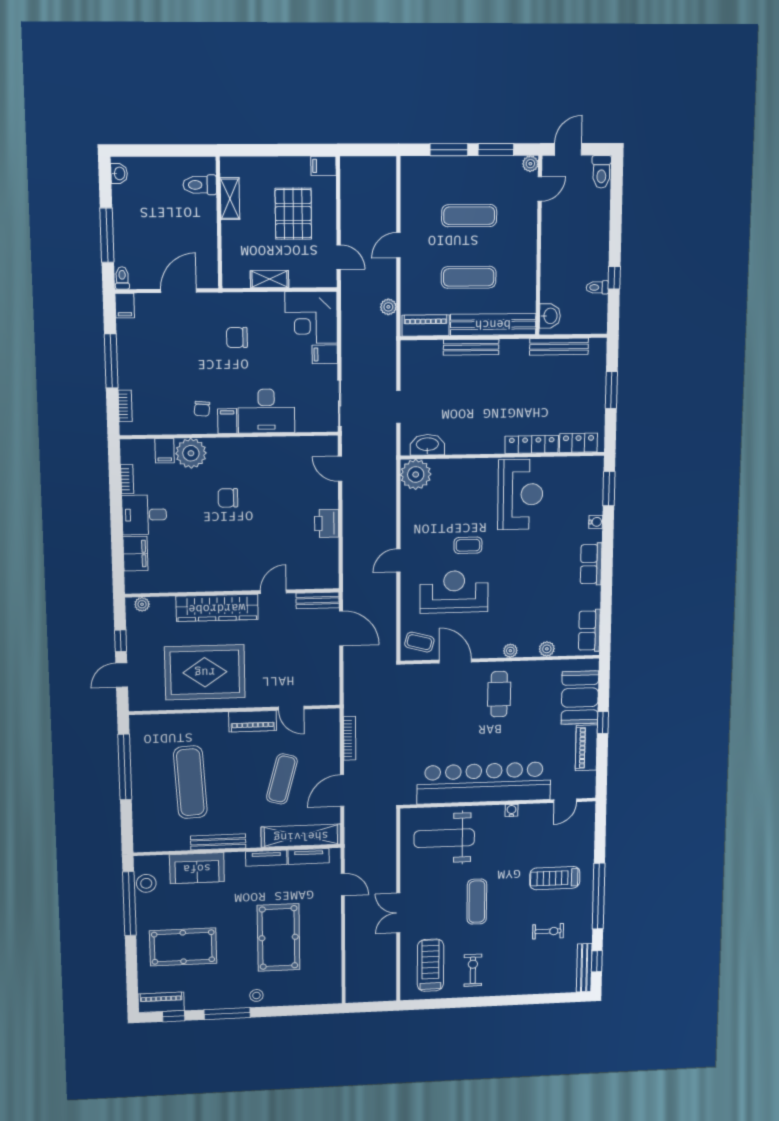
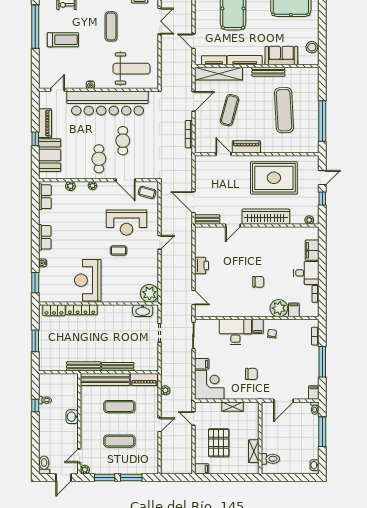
washbasin: (550, 316) -> (72, 417), moved
bench: (559, 347) -> (84, 366), moved
cafe table: (459, 724) -> (123, 141), added
tv unit: (266, 858) -> (245, 60), width x1.41
window: (129, 904) -> (322, 35), removed

